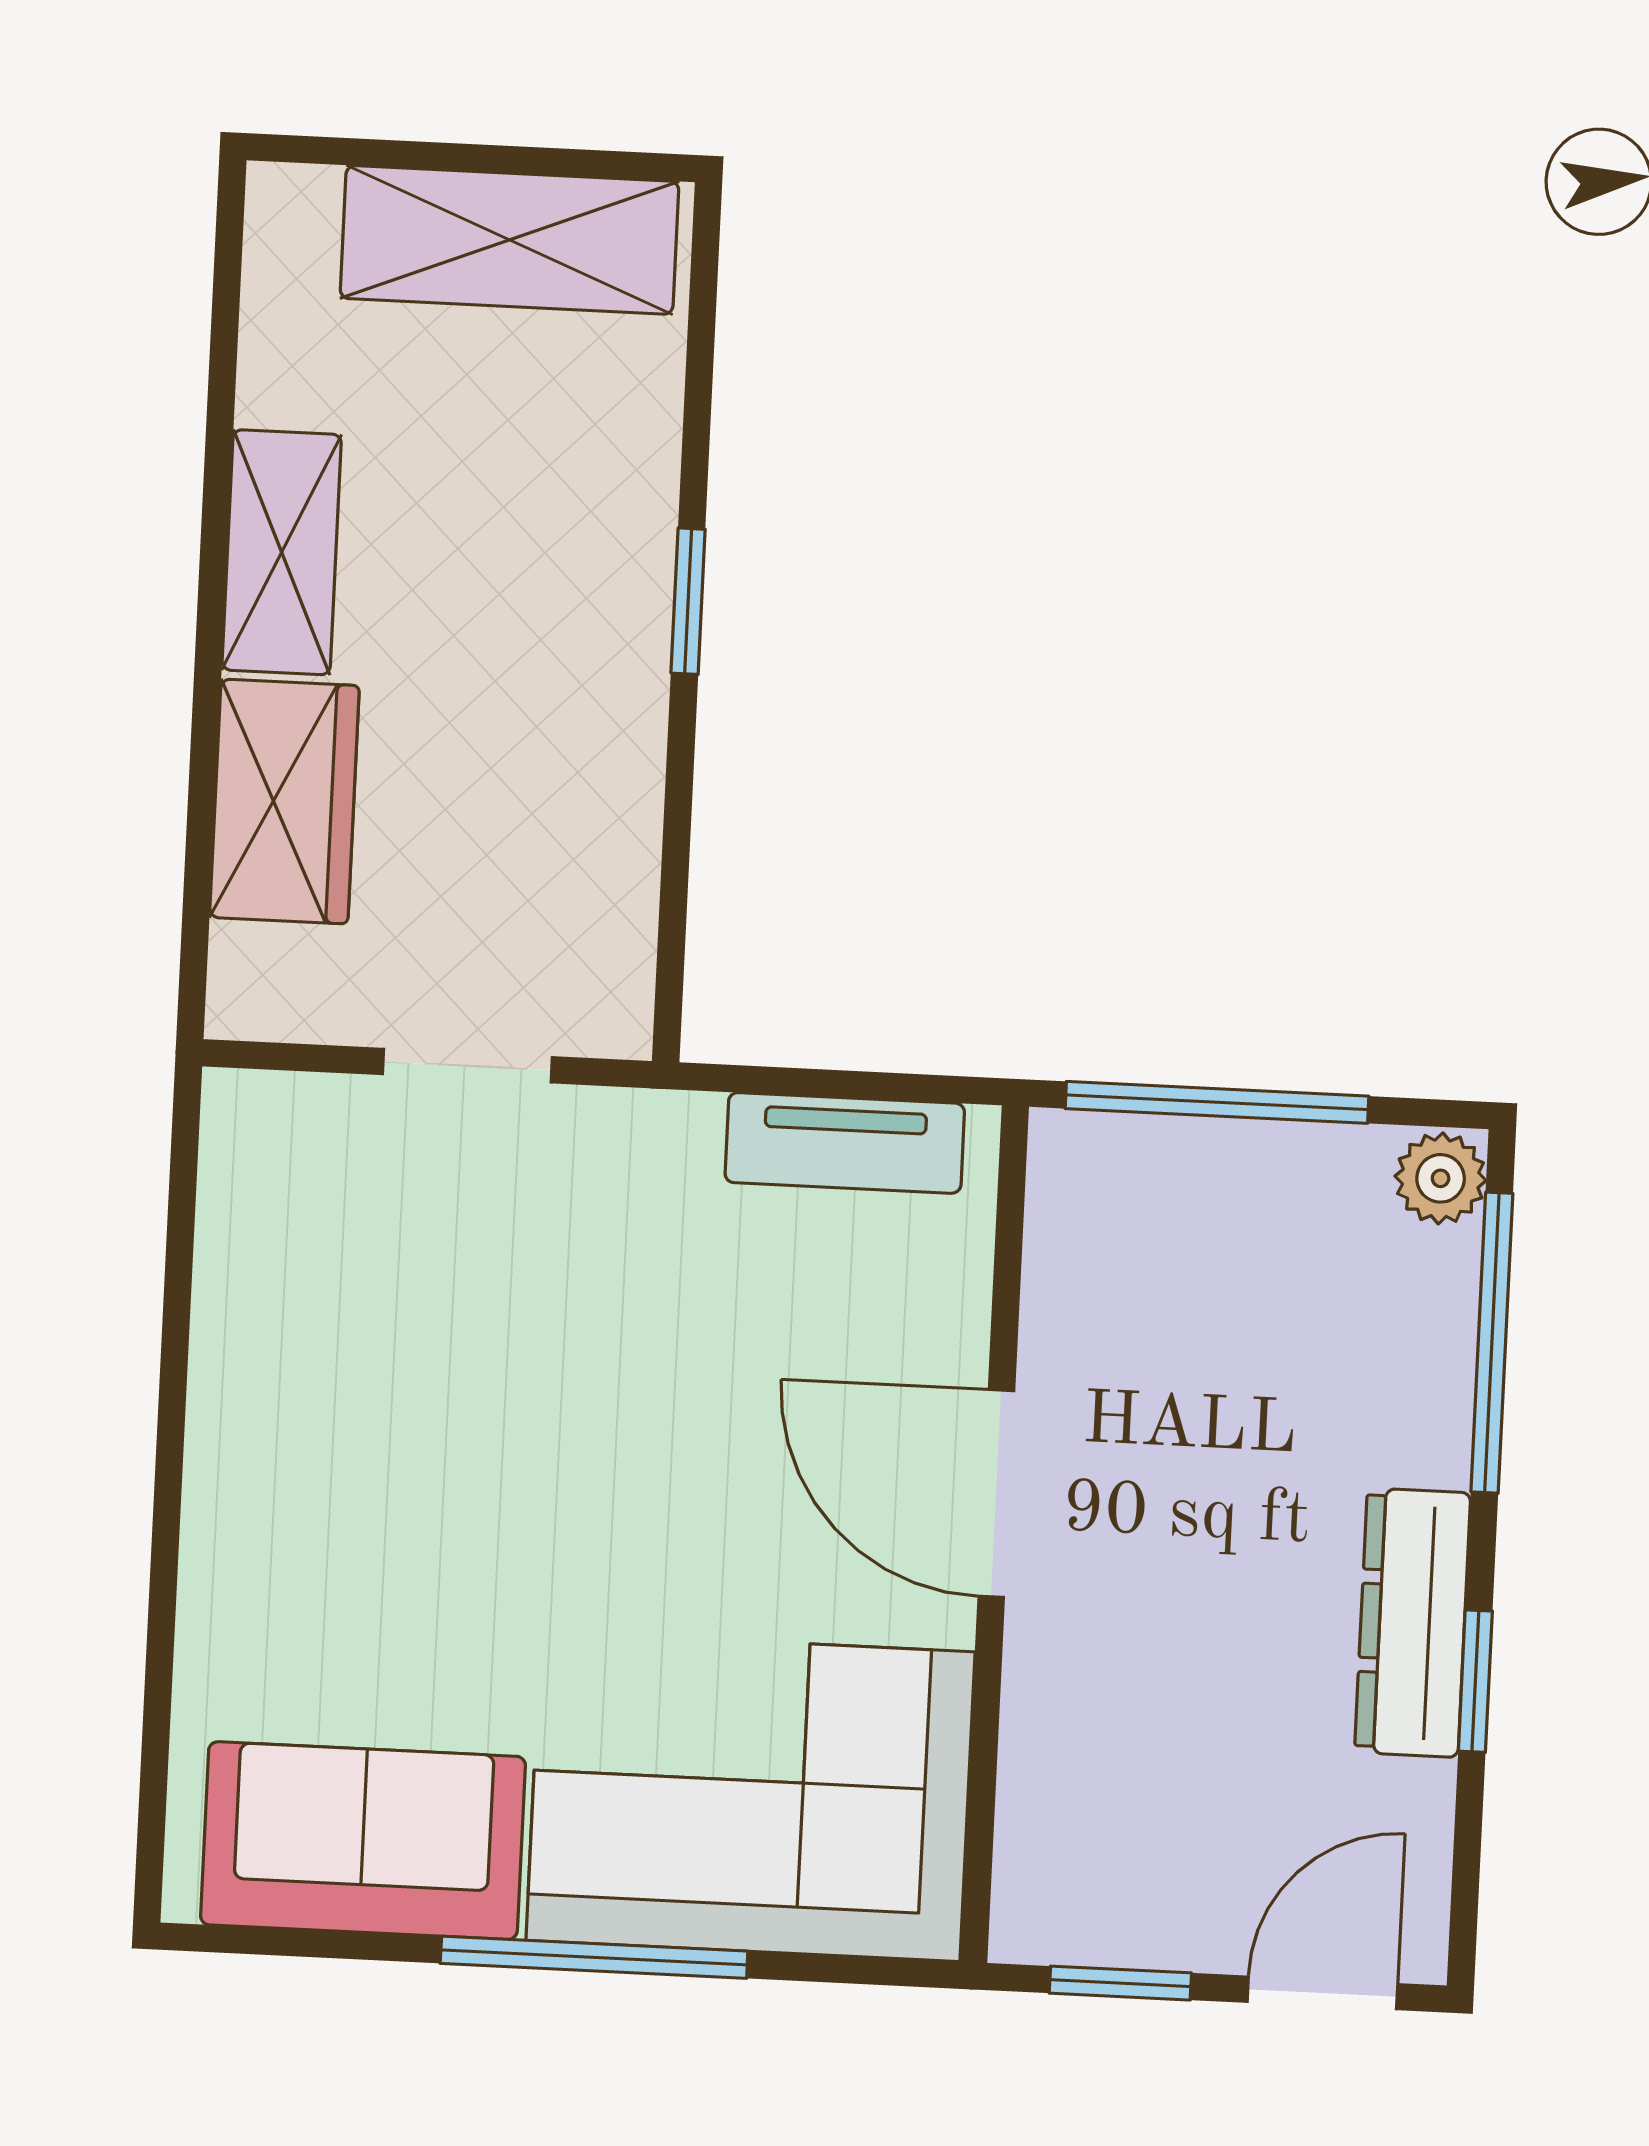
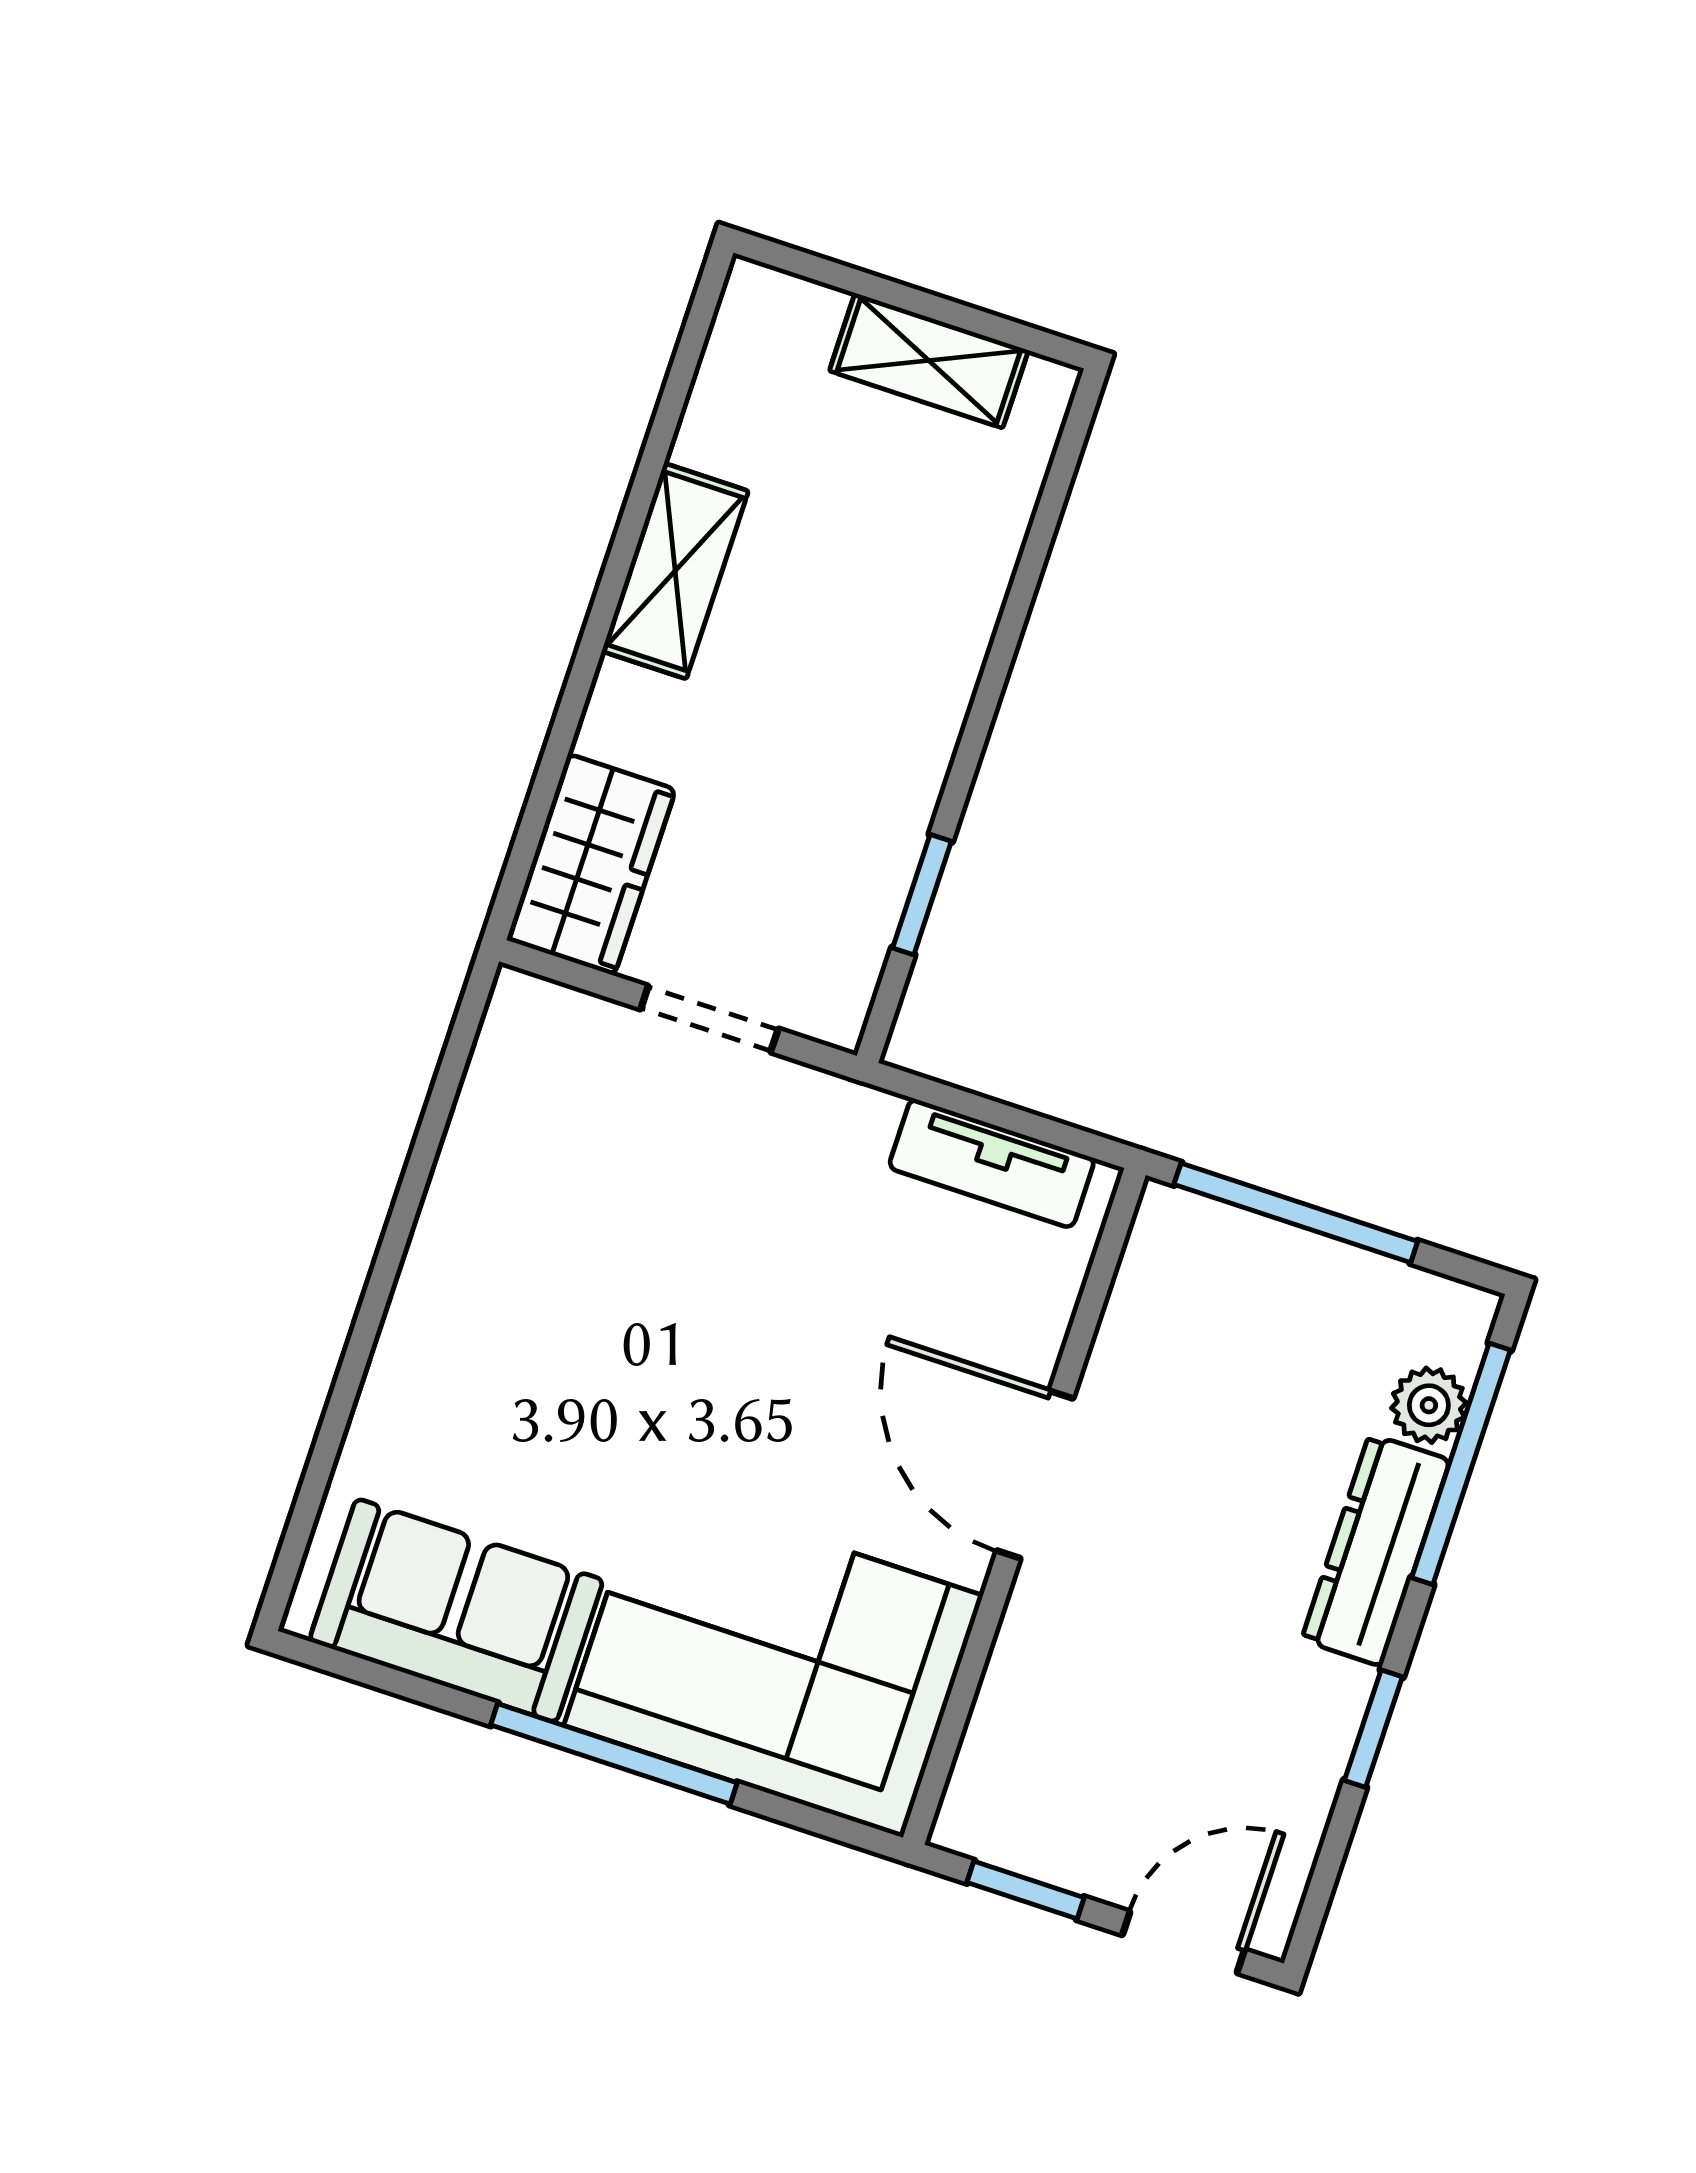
shelving: (510, 240) -> (929, 361), width x0.67, depth x0.75
window: (688, 601) -> (922, 895), moved
wardrobe: (284, 801) -> (591, 865), moved
plant: (1441, 1178) -> (1429, 1405), moved
dresser: (1413, 1623) -> (1376, 1550), moved

